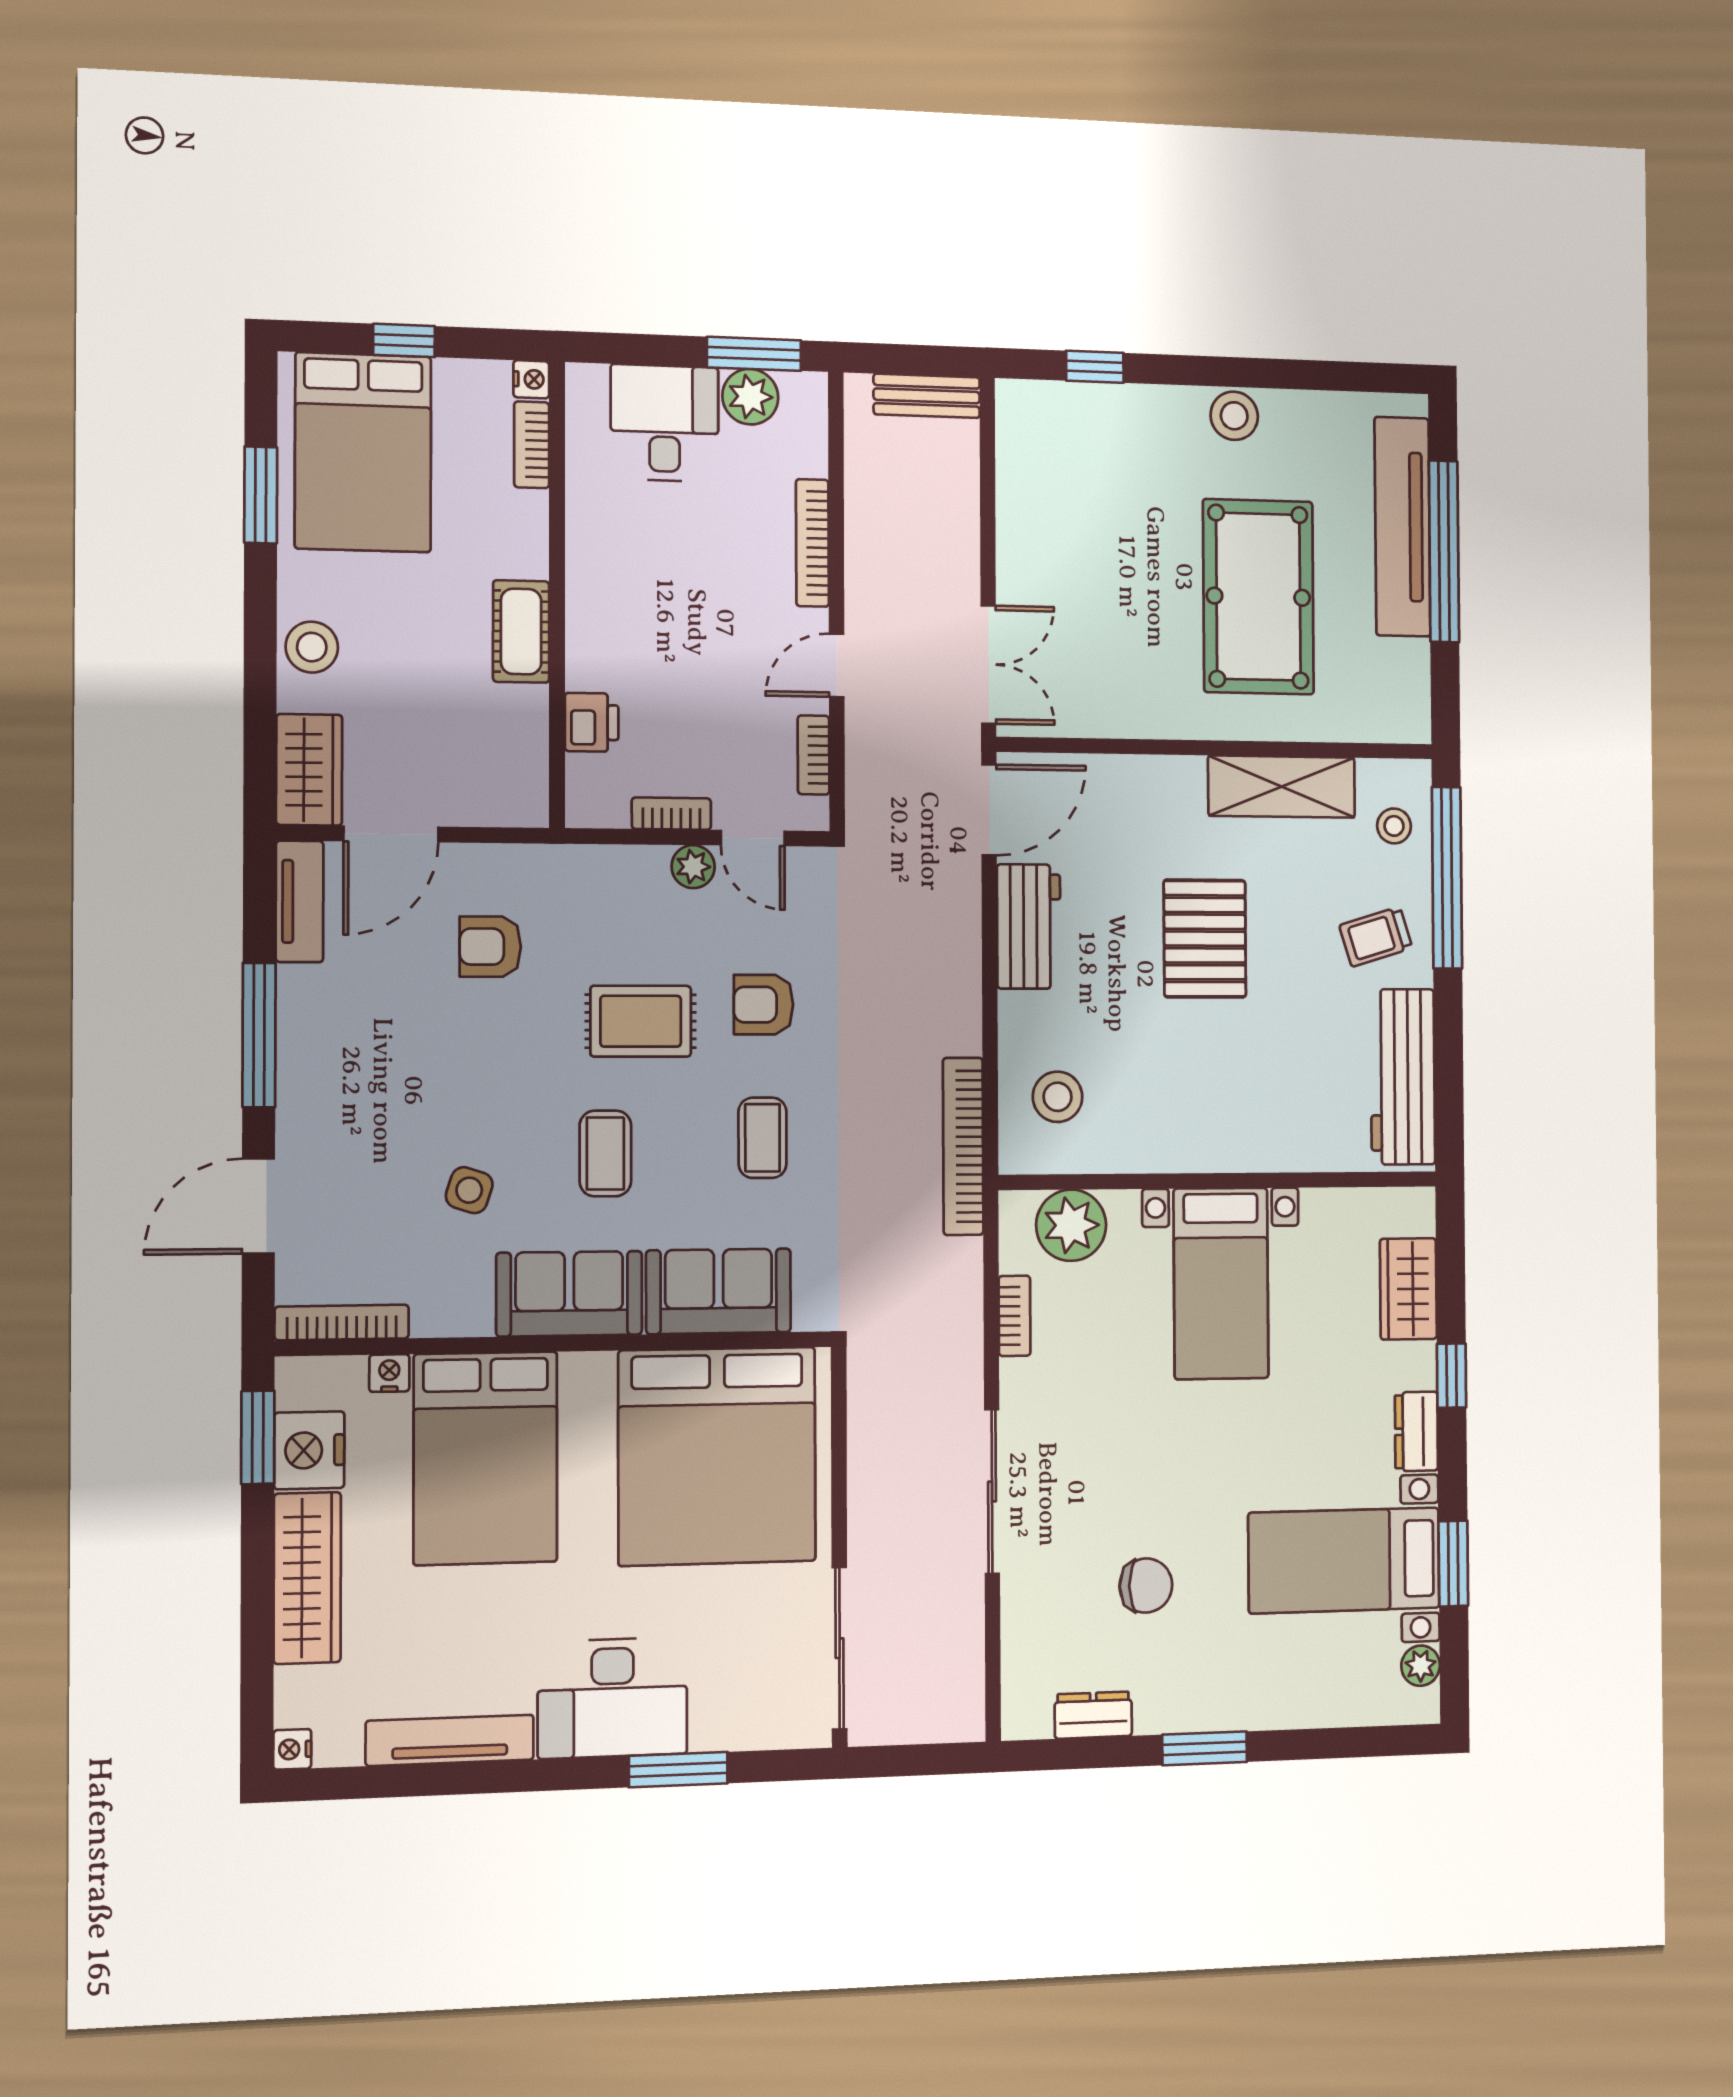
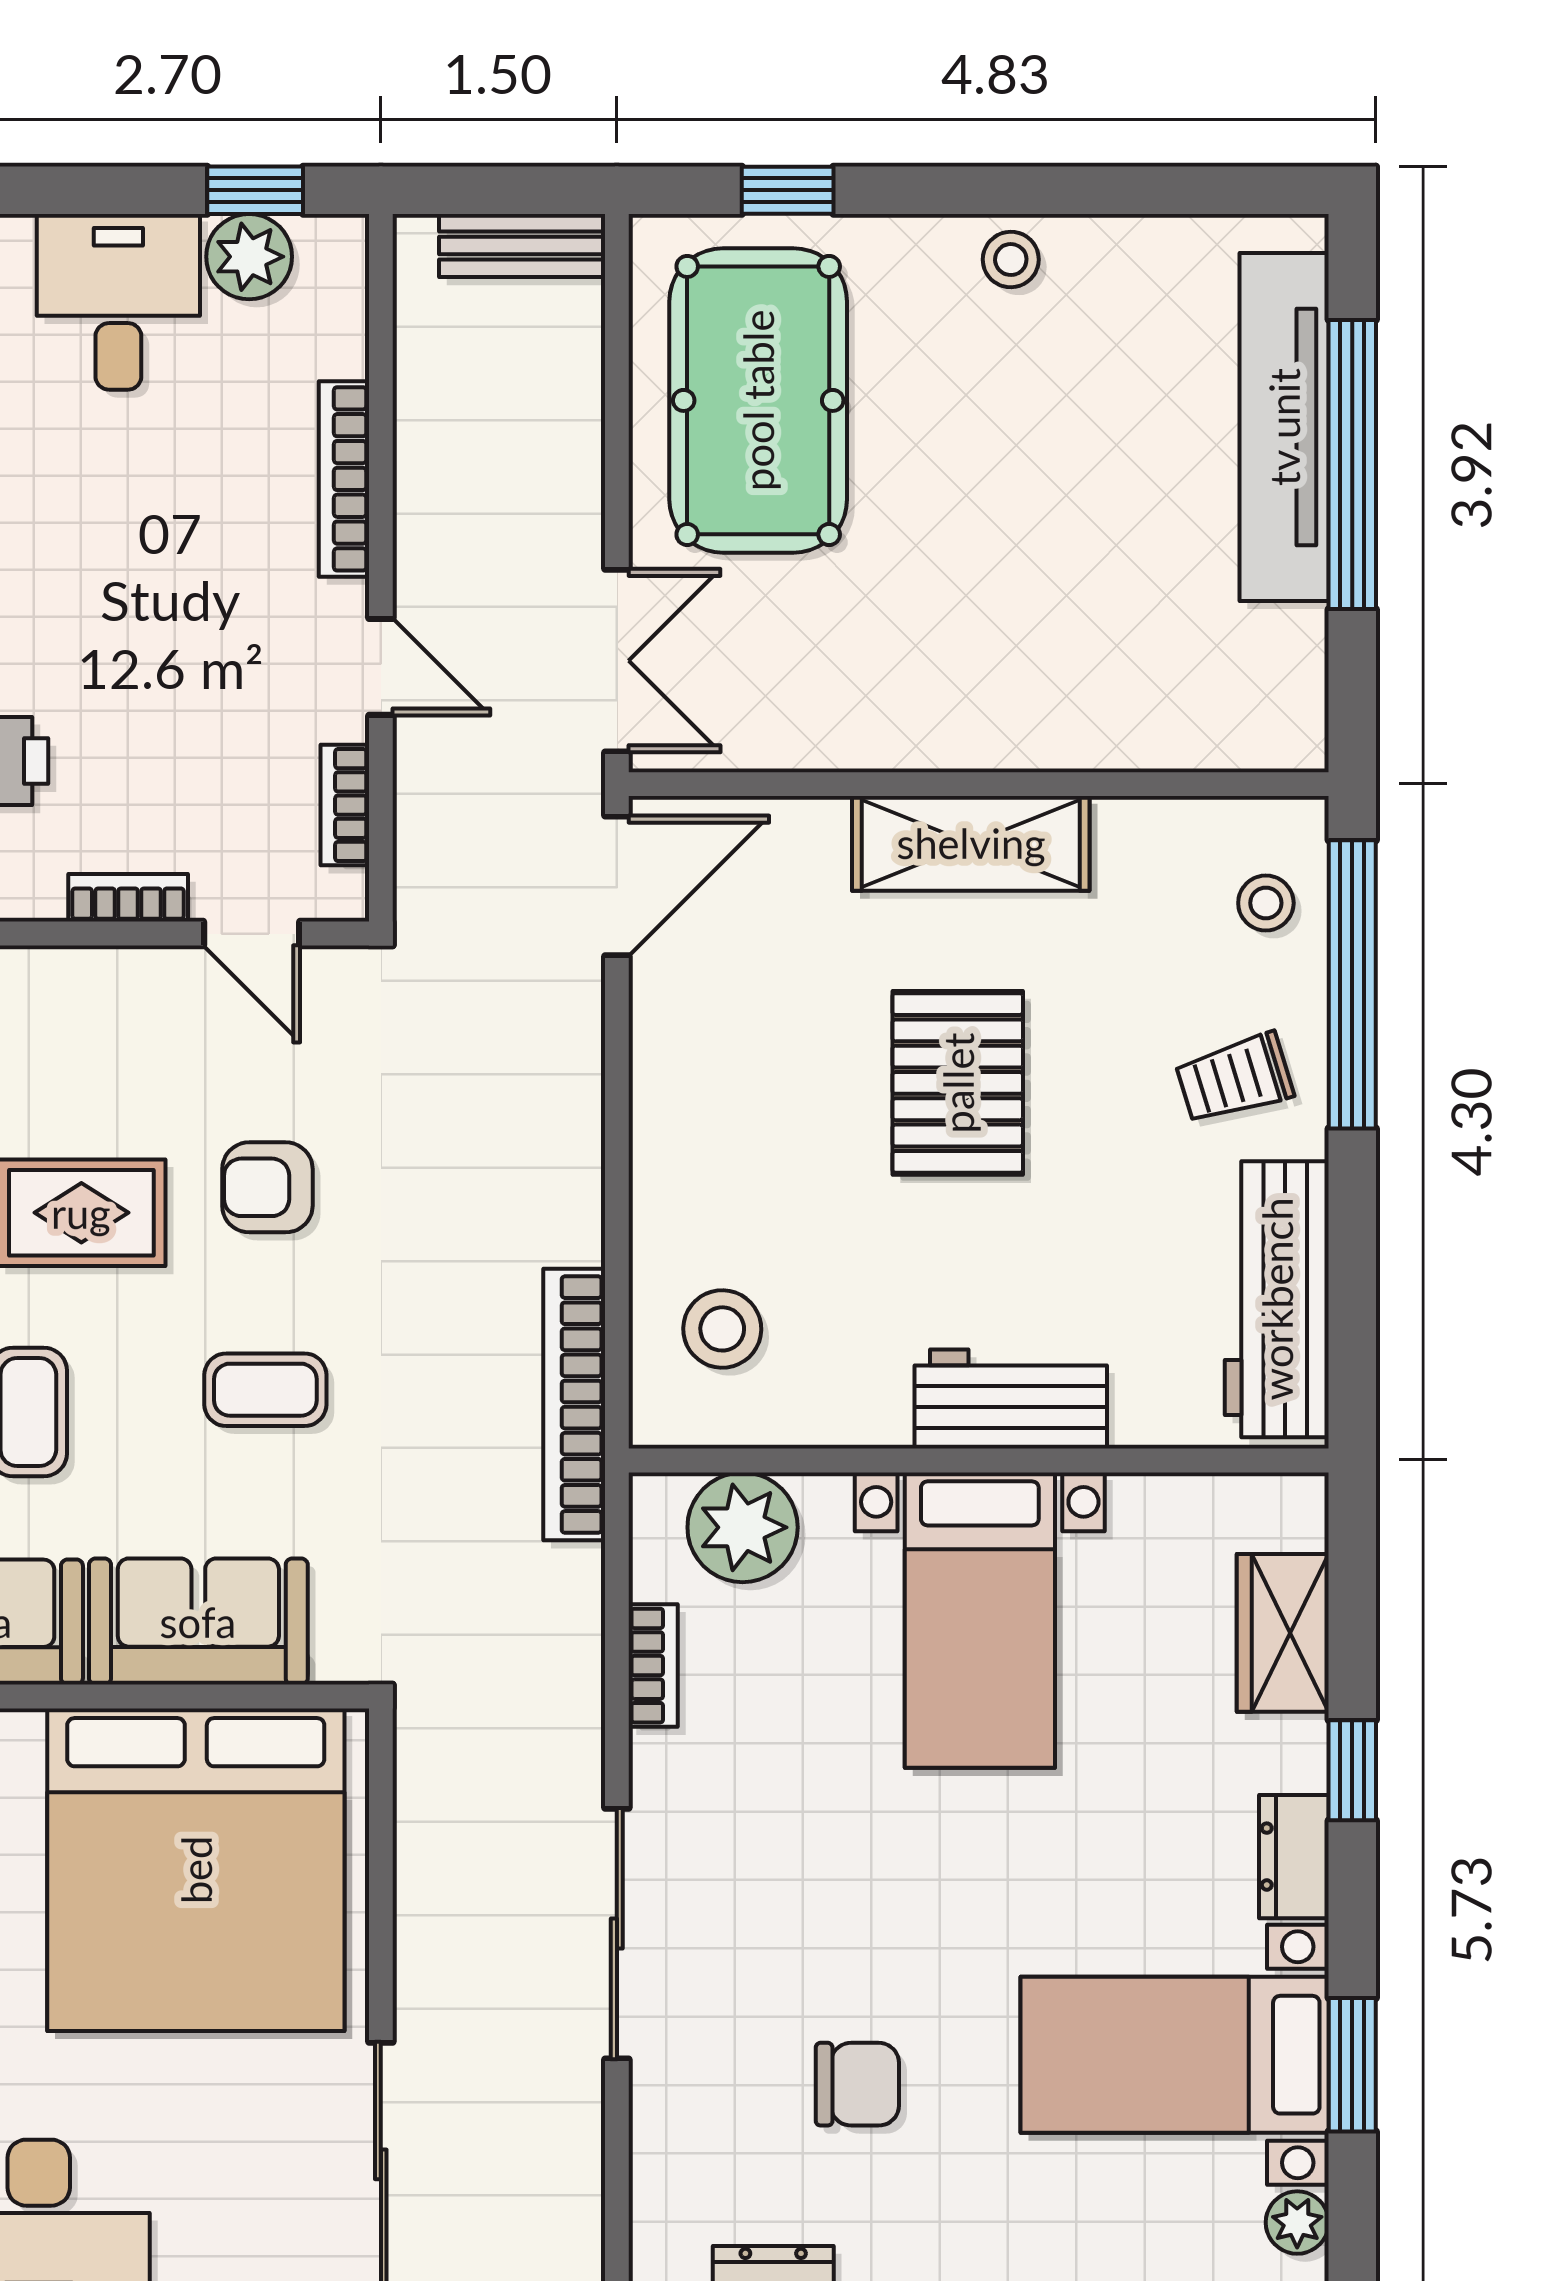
window: (754, 354) -> (255, 190), width x0.67
stool: (1234, 416) -> (1011, 260), width x0.73, depth x0.73
pool table: (1258, 597) -> (758, 400), moved
door: (837, 665) -> (381, 667), swing flipped
shelving: (1282, 787) -> (971, 843), moved
plant: (693, 867) -> (161, 978), removed
workbench: (1029, 927) -> (1011, 1399), moved, turned -90
coffee table: (762, 1138) -> (265, 1390), turned 90

